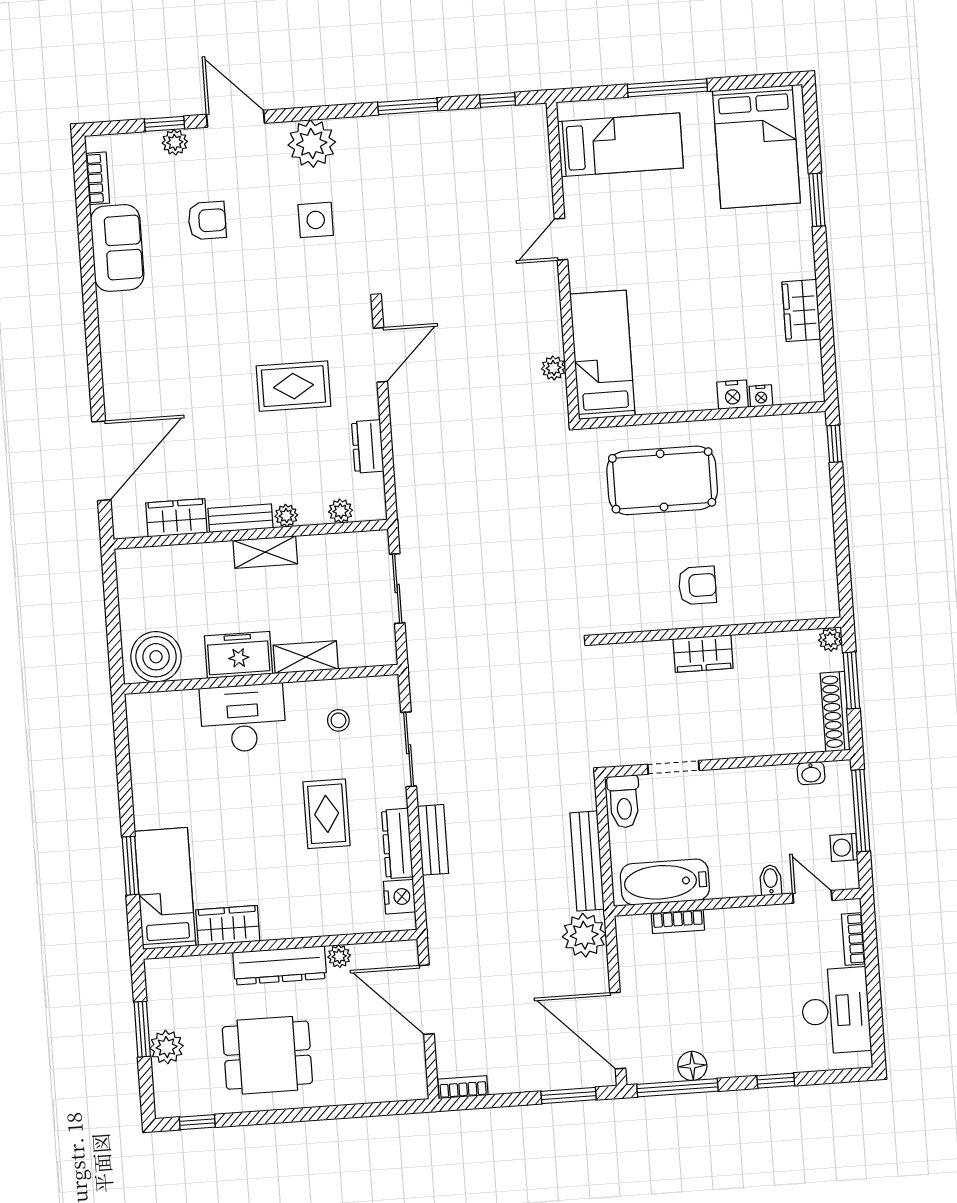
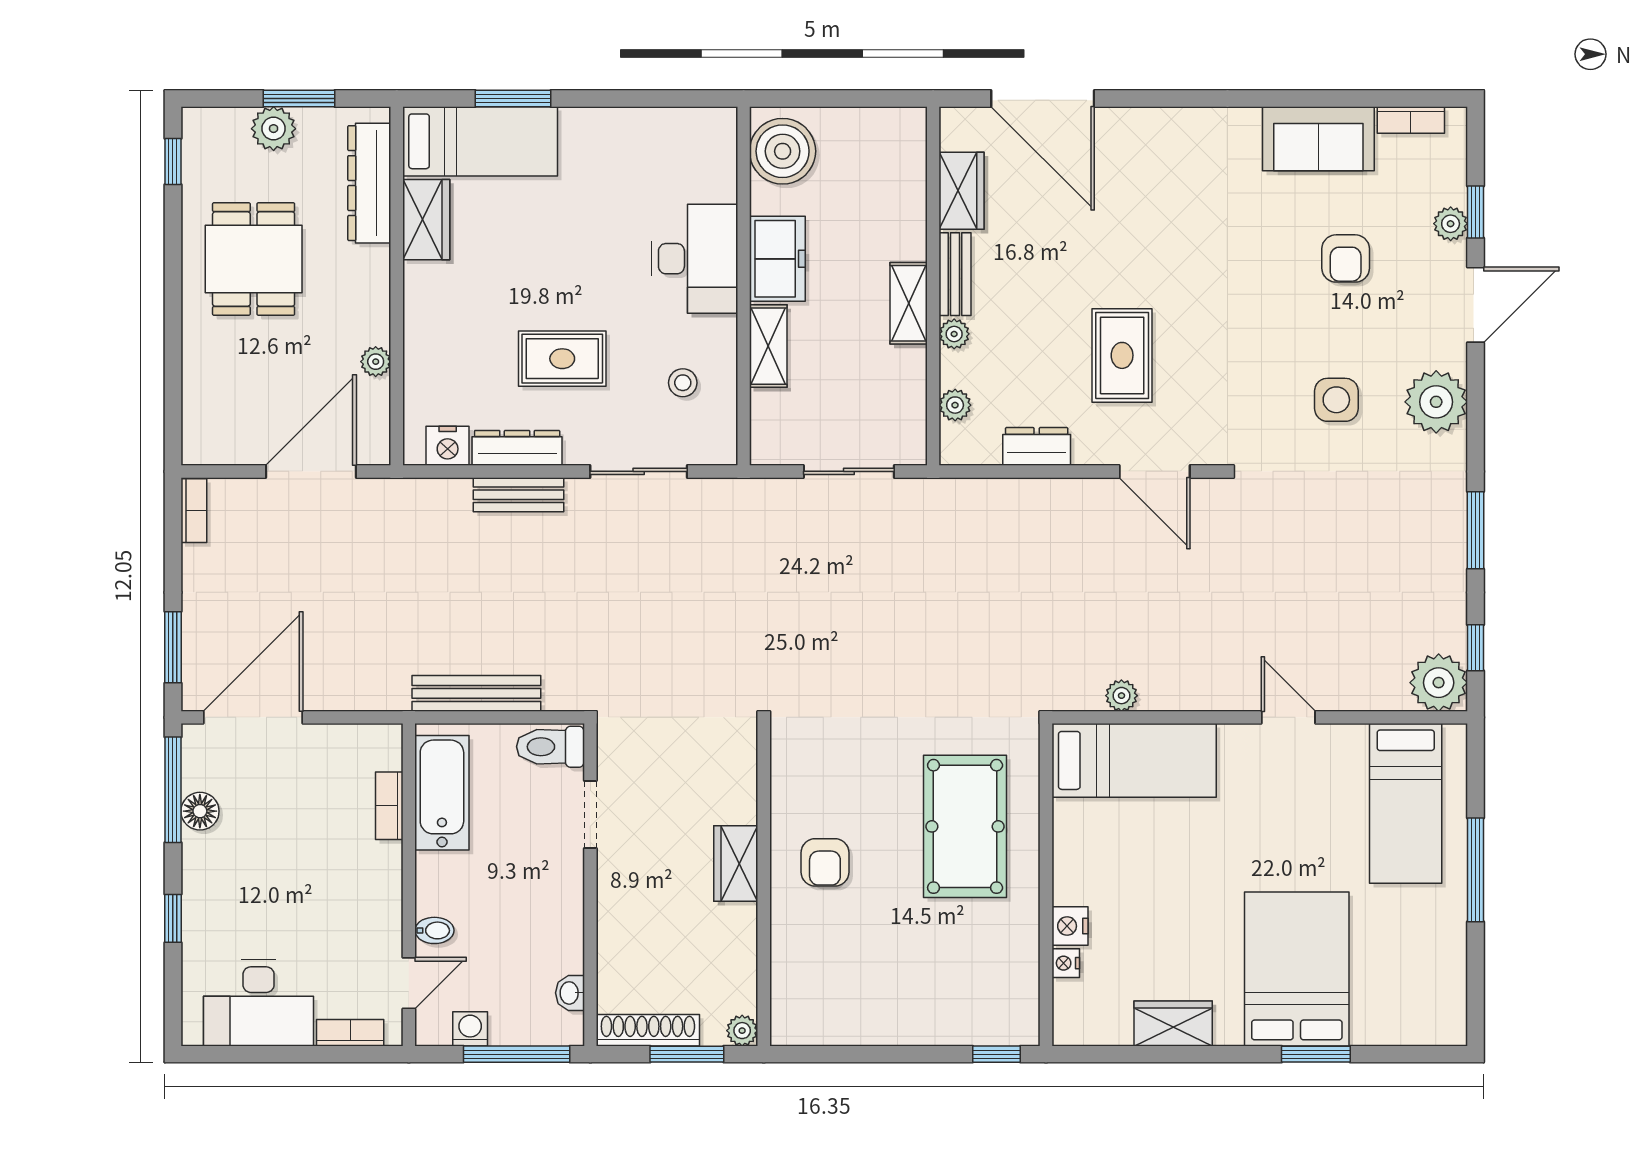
bed: (756, 147) -> (1297, 969), moved, turned 90
plant: (584, 935) -> (1439, 683), moved
dresser: (280, 965) -> (369, 183), moved

